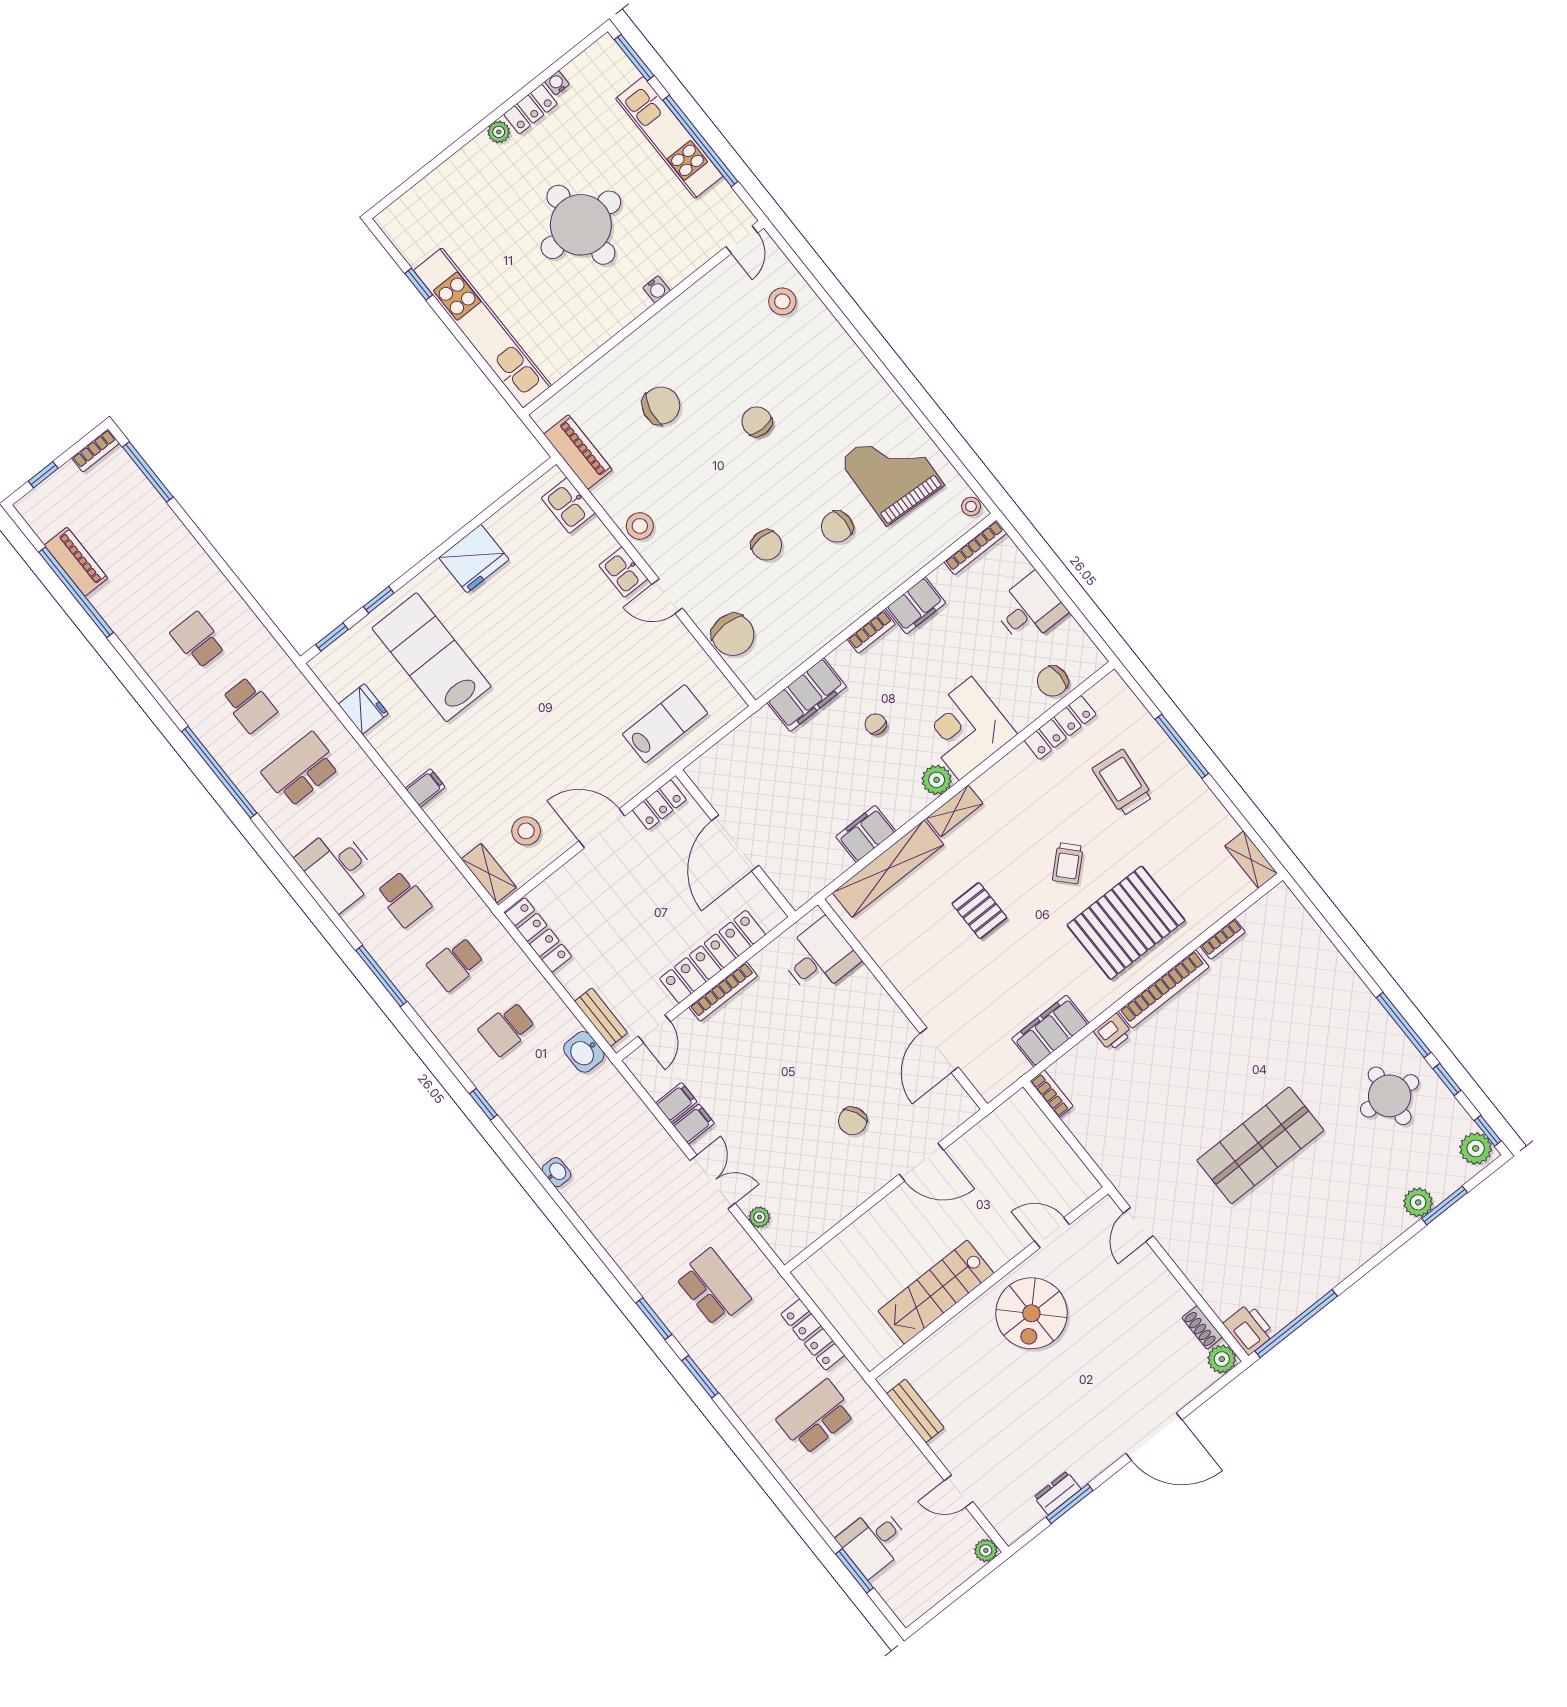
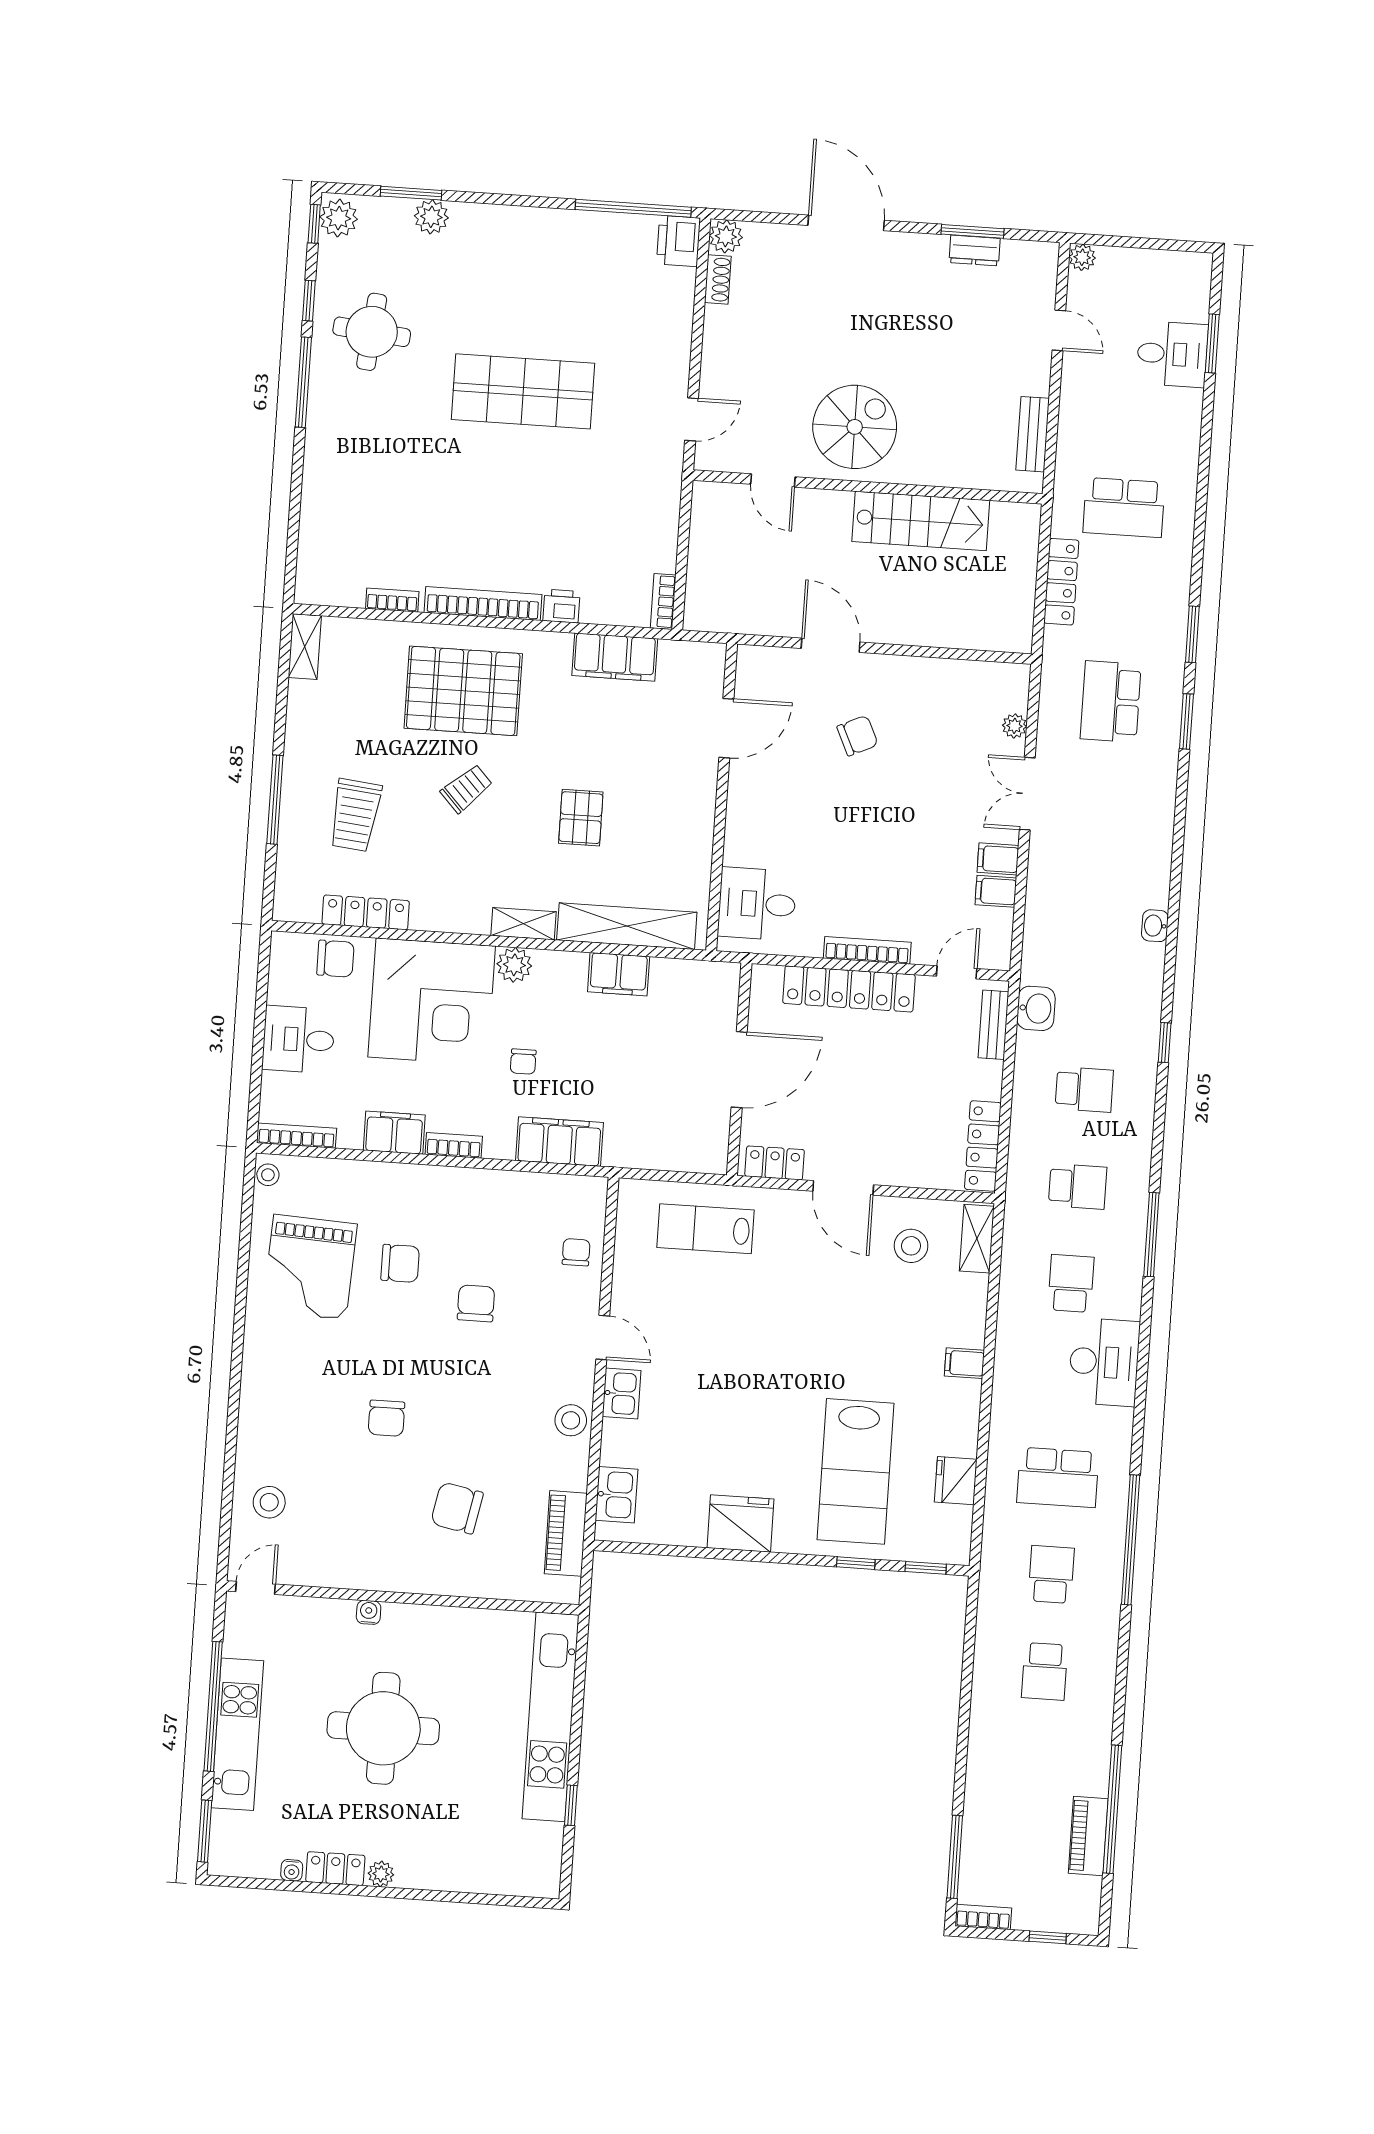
chair: (733, 635) -> (576, 1252), width x0.54, depth x0.54
corner desk: (965, 728) -> (432, 1001), width x1.36, depth x1.36

